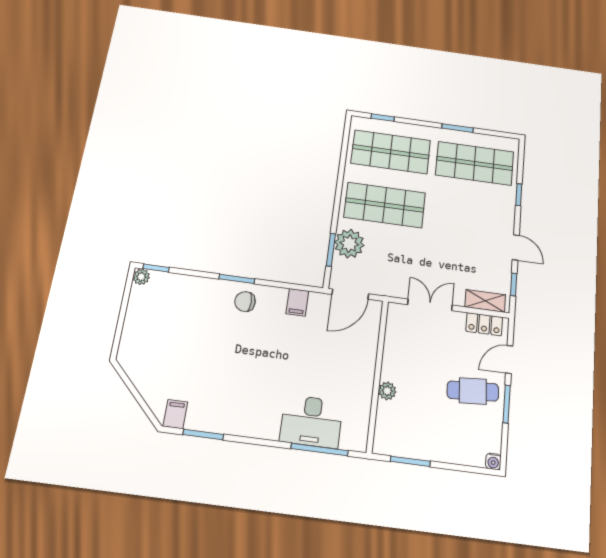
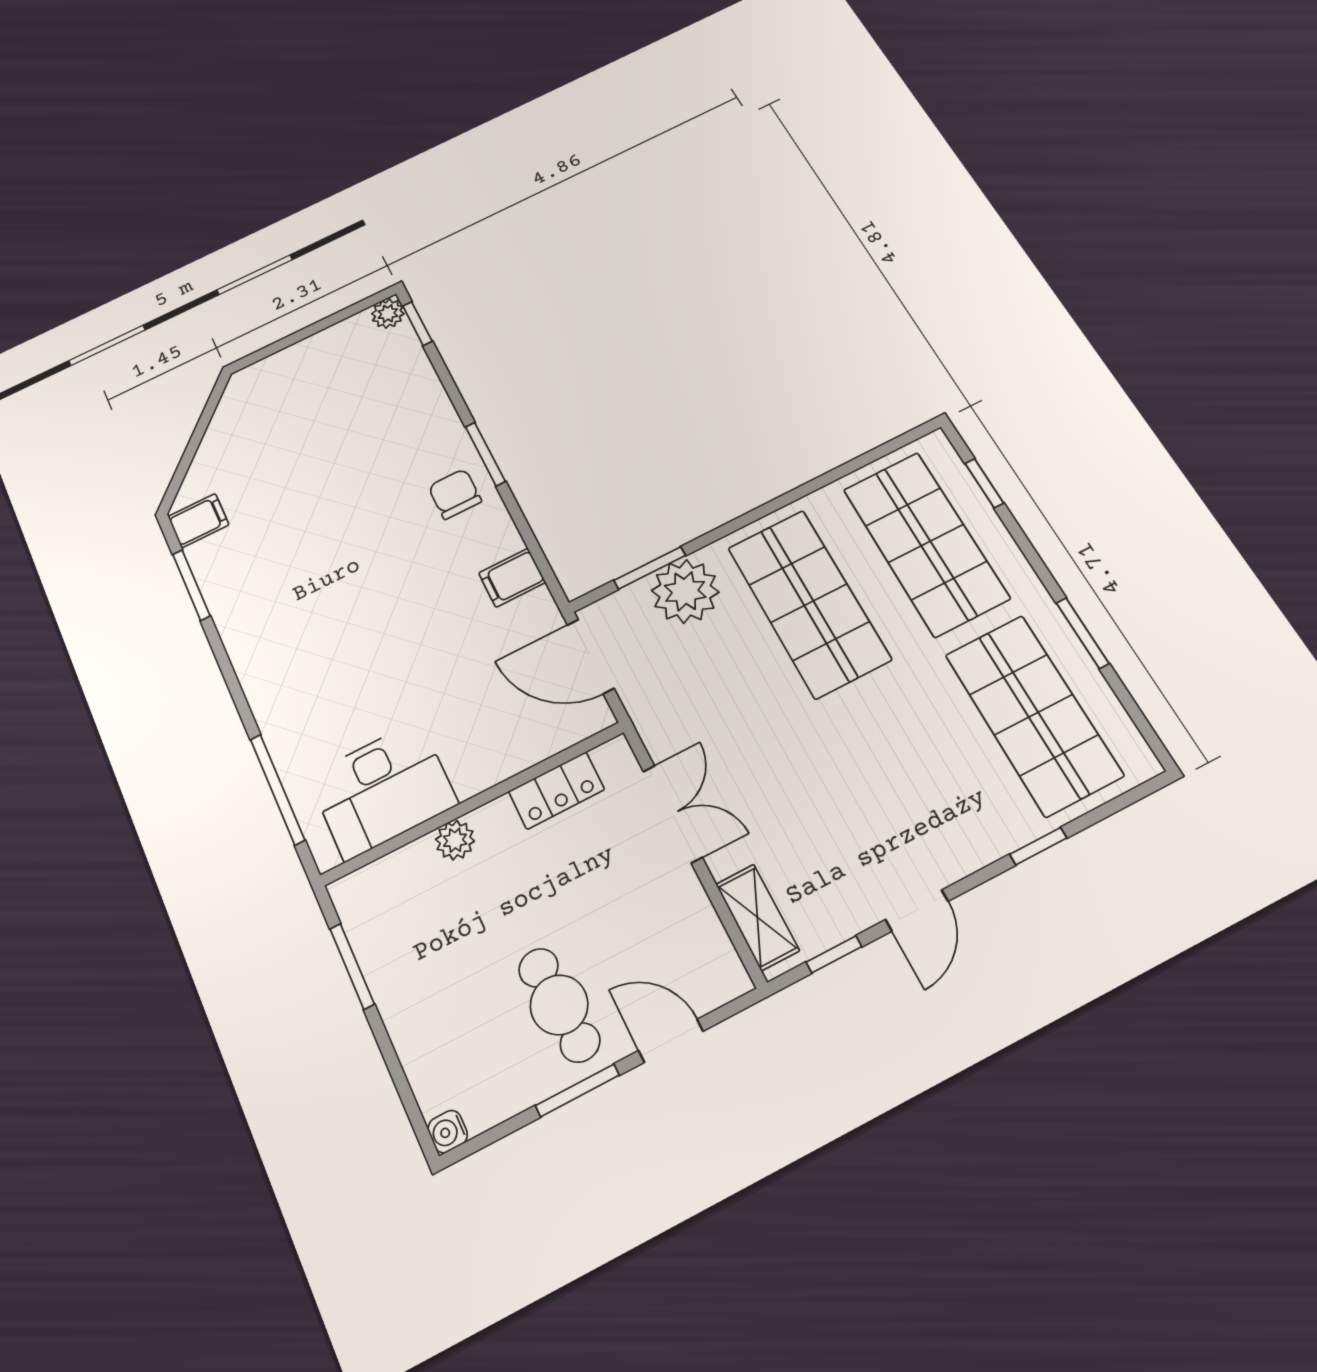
locker: (484, 324) -> (556, 790), moved, turned -90
desk: (311, 421) -> (383, 790), moved, turned -90

